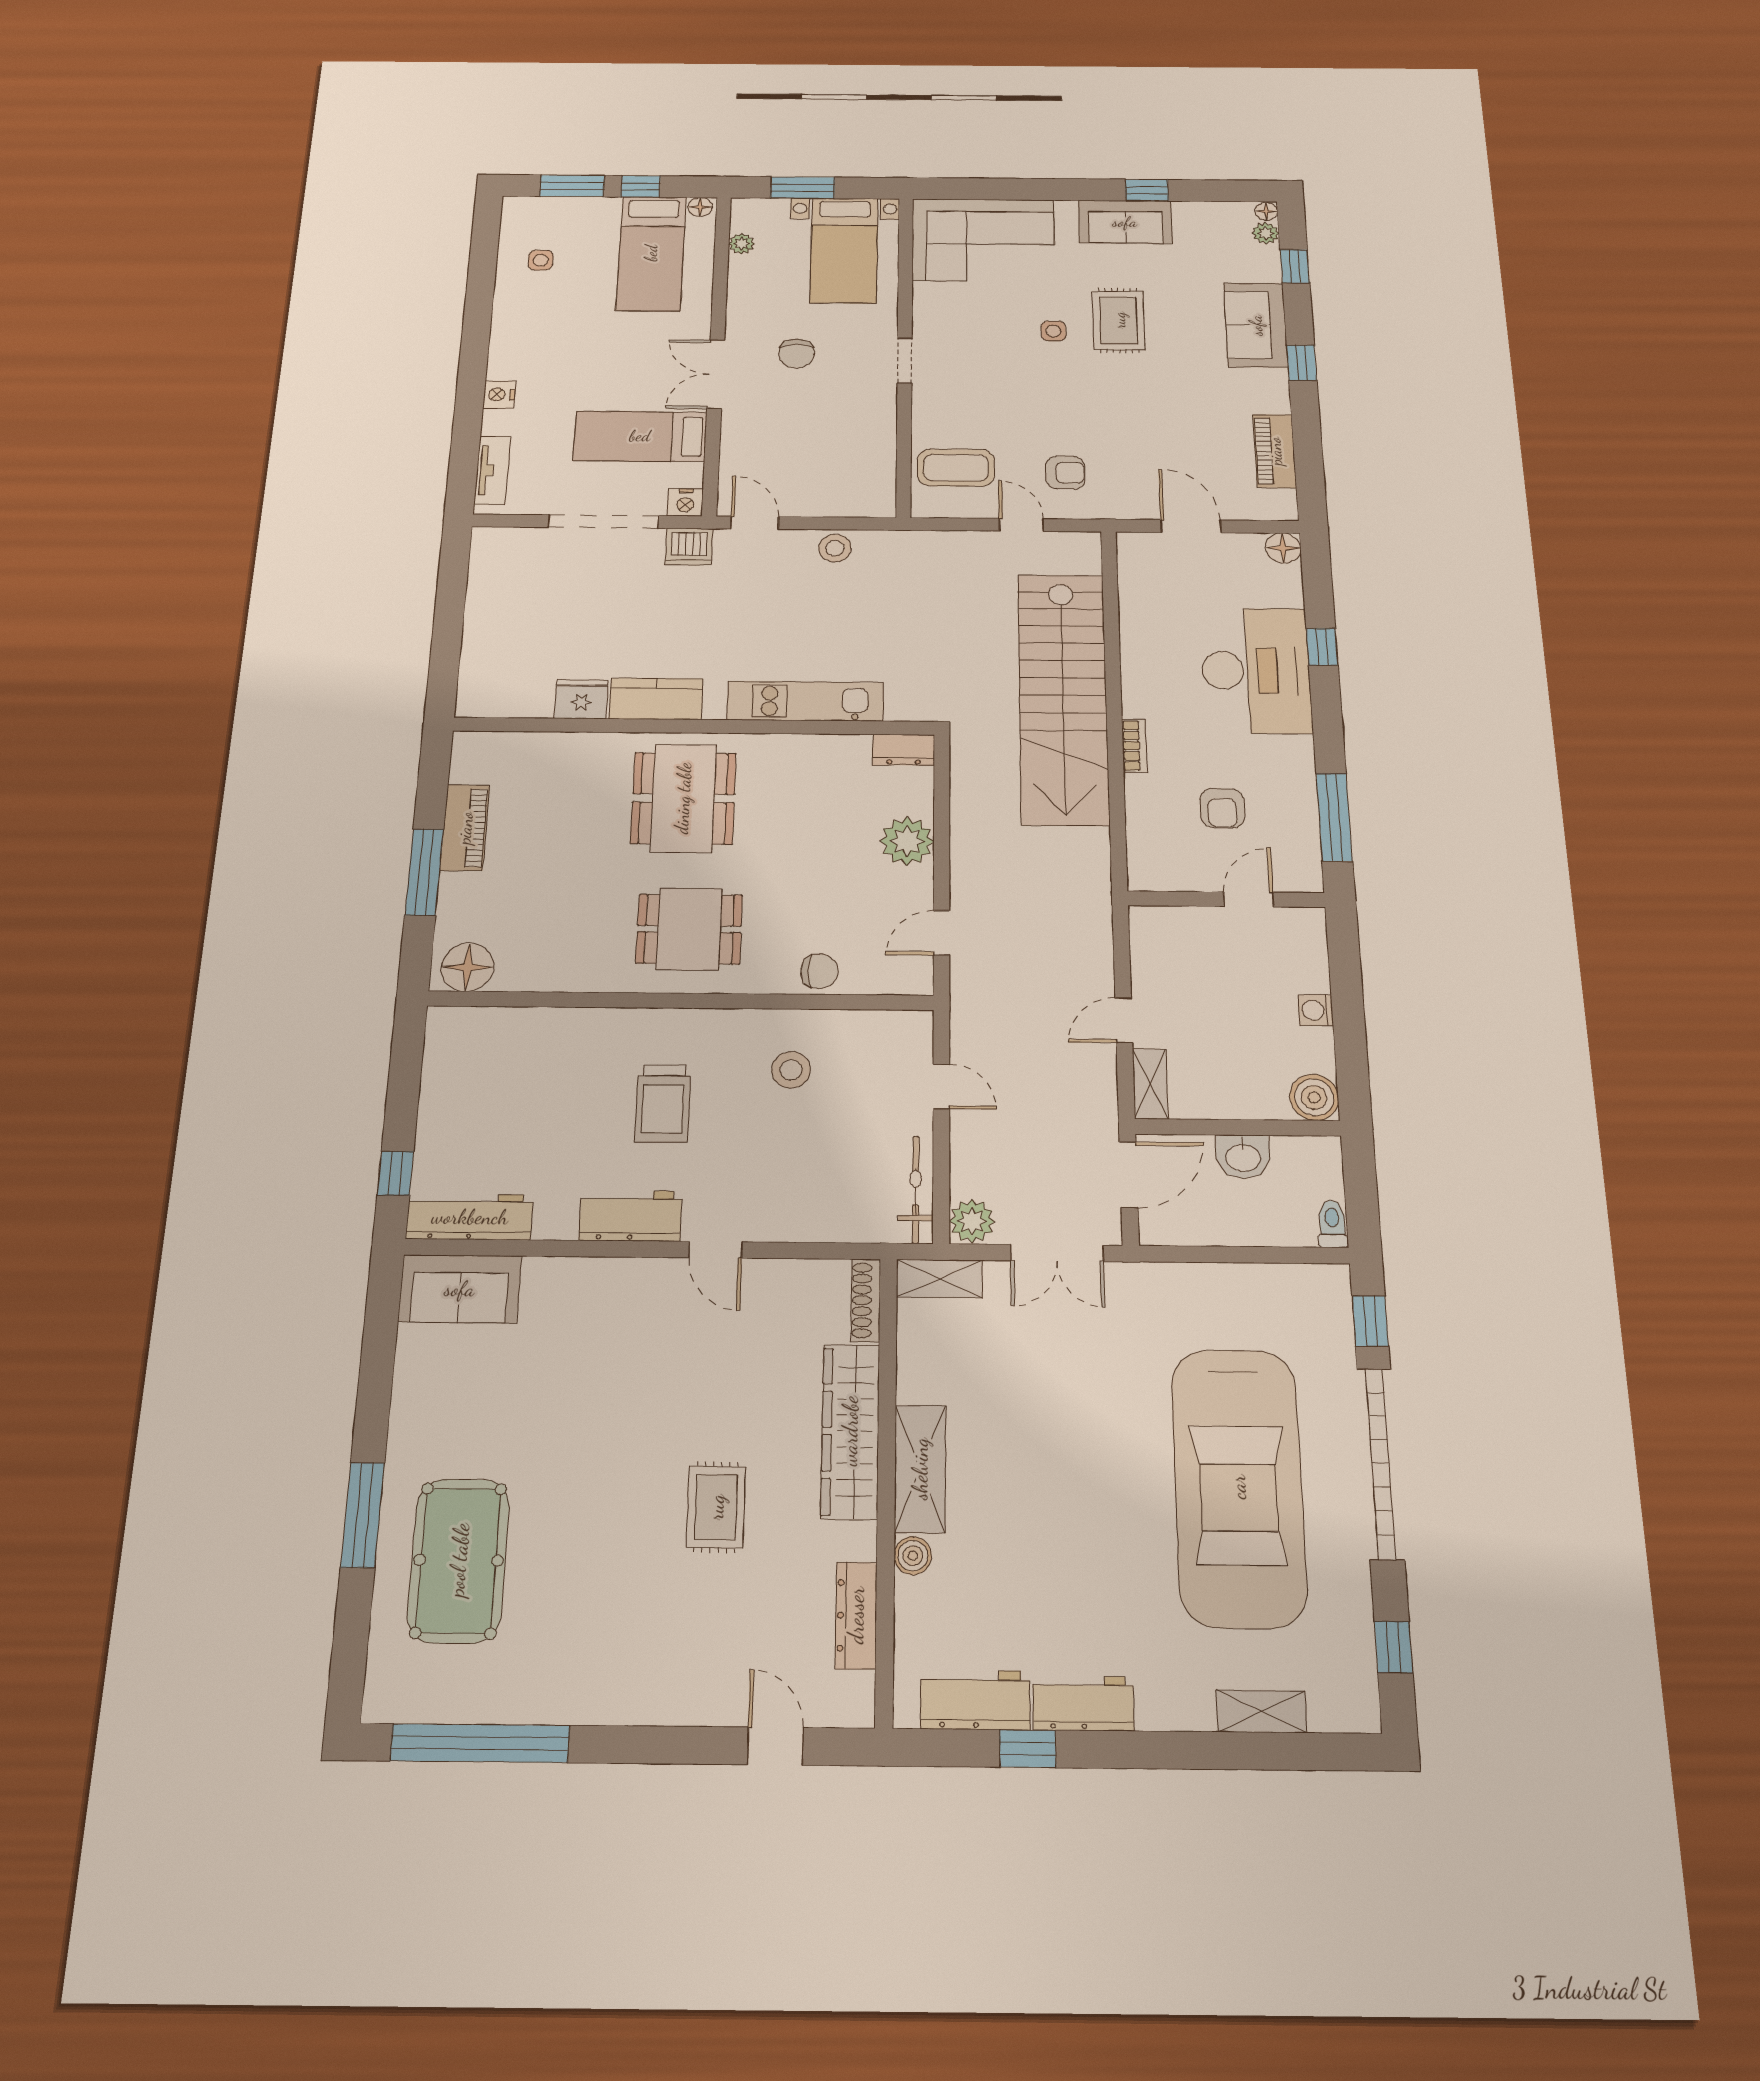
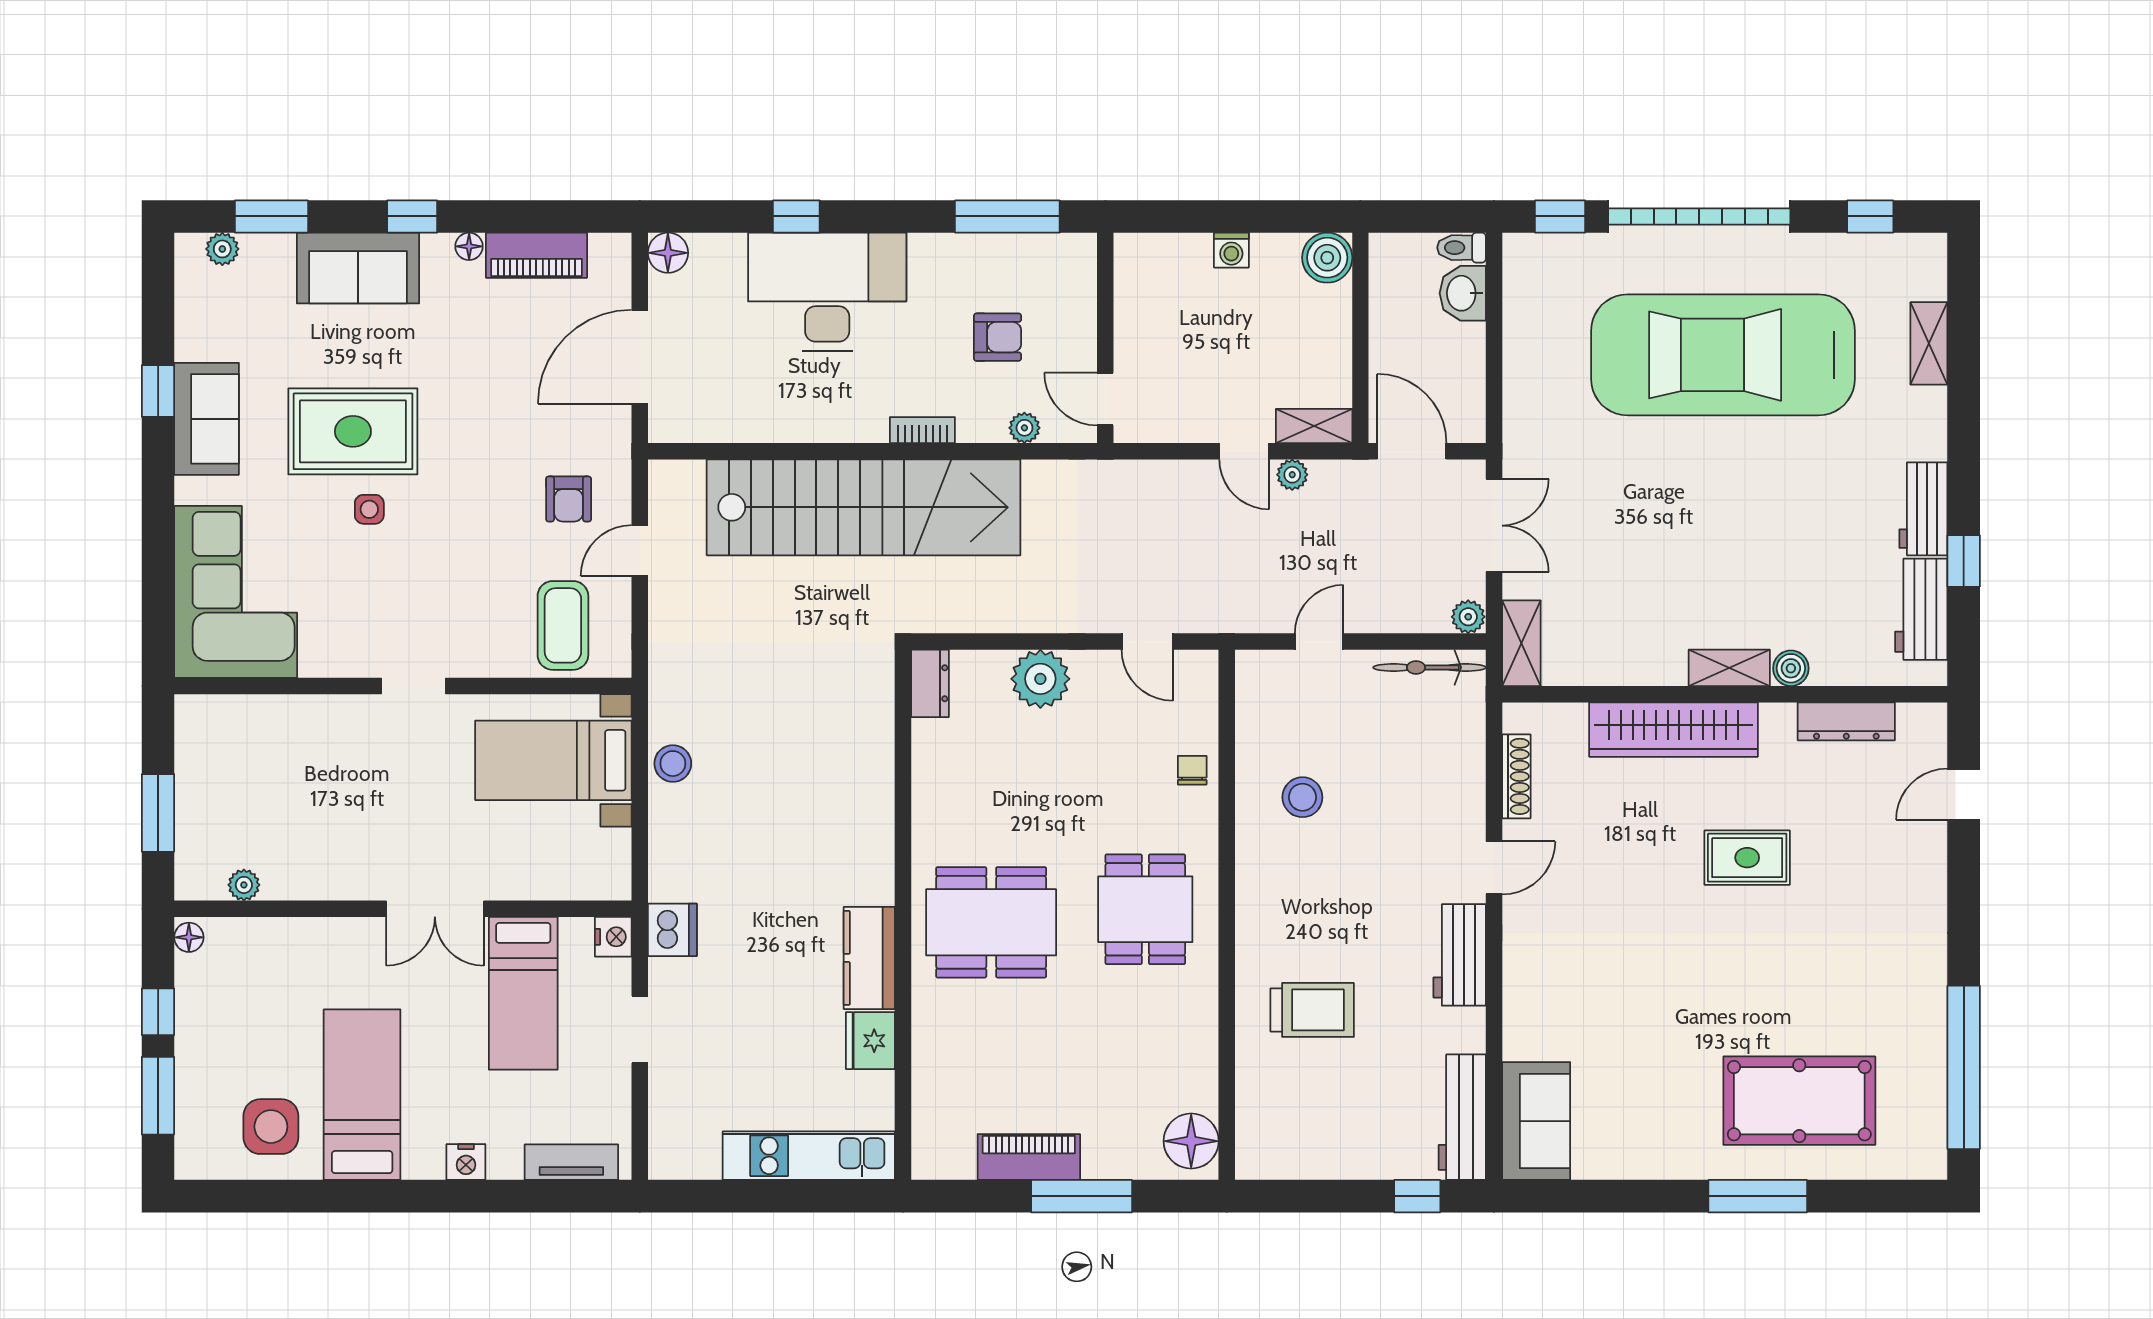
floor lamp: (1266, 211) -> (469, 246), moved
bed with nightstands: (844, 250) -> (553, 760), moved, turned 180
bed: (651, 253) -> (362, 1095), moved, turned -90
side table: (541, 260) -> (271, 1127), width x1.87, depth x1.87
window: (1295, 266) -> (271, 216), width x1.50
rug: (1119, 320) -> (353, 431), width x1.36, depth x1.43
chair: (797, 353) -> (404, 814), removed
armchair: (1065, 473) -> (569, 499), turned 180
doorway: (603, 522) -> (640, 1029), width x0.53
door: (755, 523) -> (640, 856), removed
door: (1191, 526) -> (640, 357), width x1.36
kitchen unit: (805, 701) -> (809, 1156), moved, turned 90
plant: (1139, 830) -> (1024, 428), added
door: (1249, 899) -> (1105, 399), moved
chair: (819, 971) -> (1192, 770), width x0.73, depth x0.73
plant: (1102, 1063) -> (1292, 475), added
trolley: (663, 1103) -> (1312, 1010), moved
washbasin: (1243, 1157) -> (1463, 293), moved, turned 180
plant: (972, 1221) -> (1468, 617), width x0.73, depth x0.73
shoe rack: (866, 1300) -> (1516, 776), moved, turned -90
shelving: (920, 1469) -> (1729, 668), width x0.67, depth x0.75
car: (1238, 1487) -> (1723, 355), turned 180

